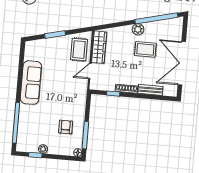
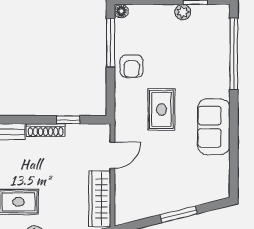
rug: (79, 50) -> (161, 109), moved
sofa: (31, 83) -> (214, 127), width x0.73
armchair: (66, 127) -> (132, 66), moved

